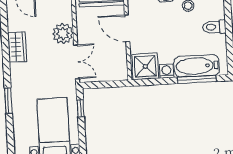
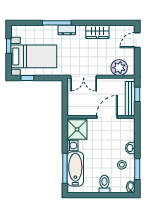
plant: (63, 33) -> (119, 68), moved
dresser: (17, 87) -> (67, 30), added
window: (8, 100) -> (57, 23), width x1.44
window: (81, 108) -> (27, 78), moved

